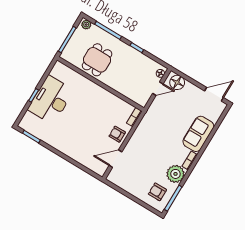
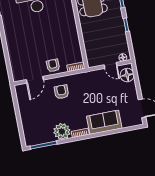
door: (116, 159) -> (35, 80), swing flipped
armchair: (157, 192) -> (62, 92), moved

